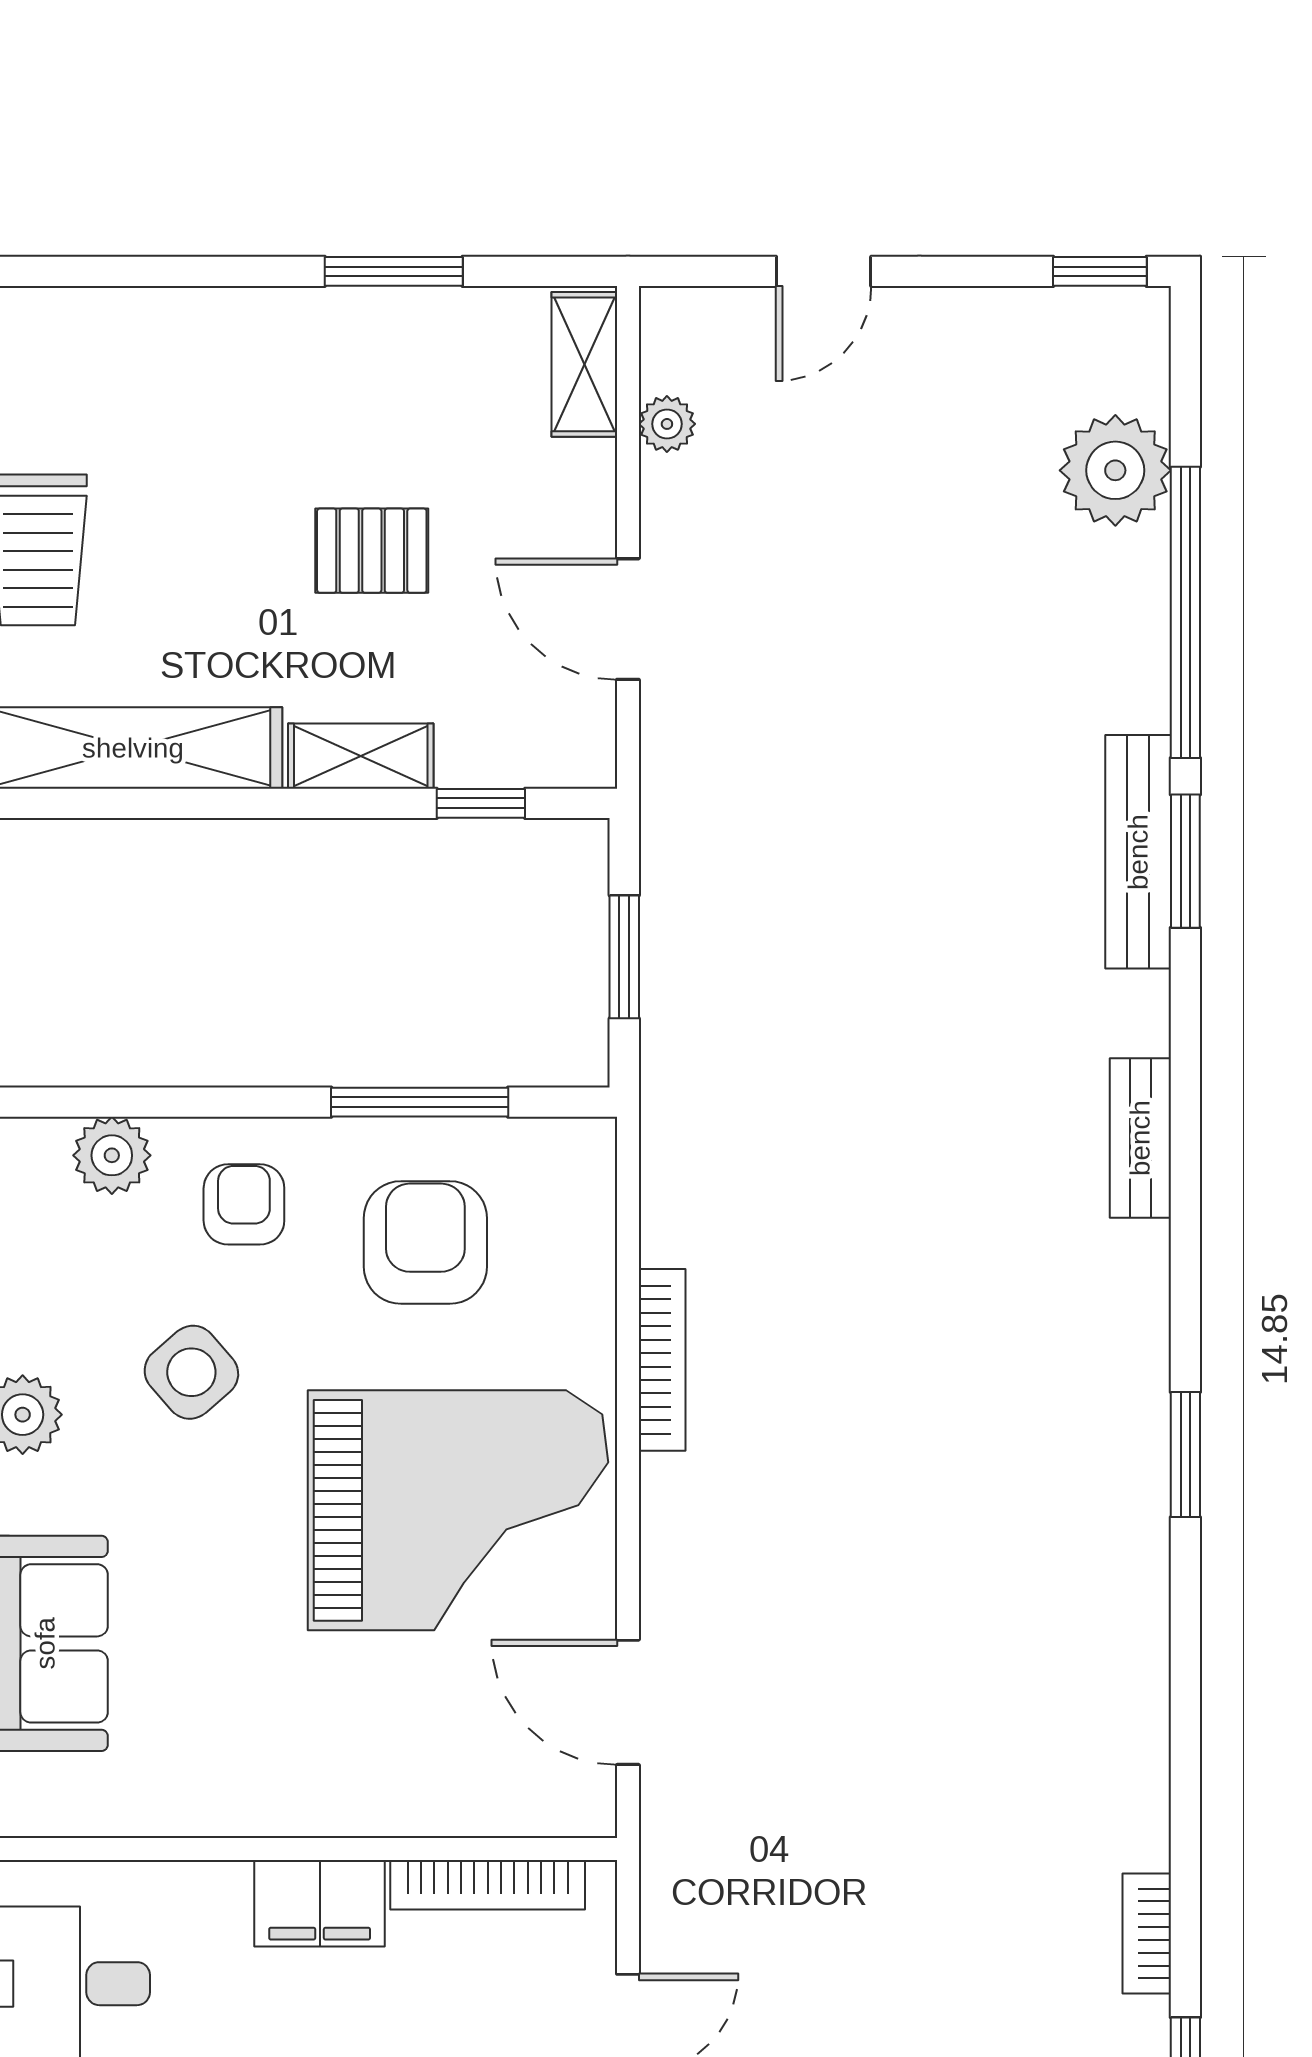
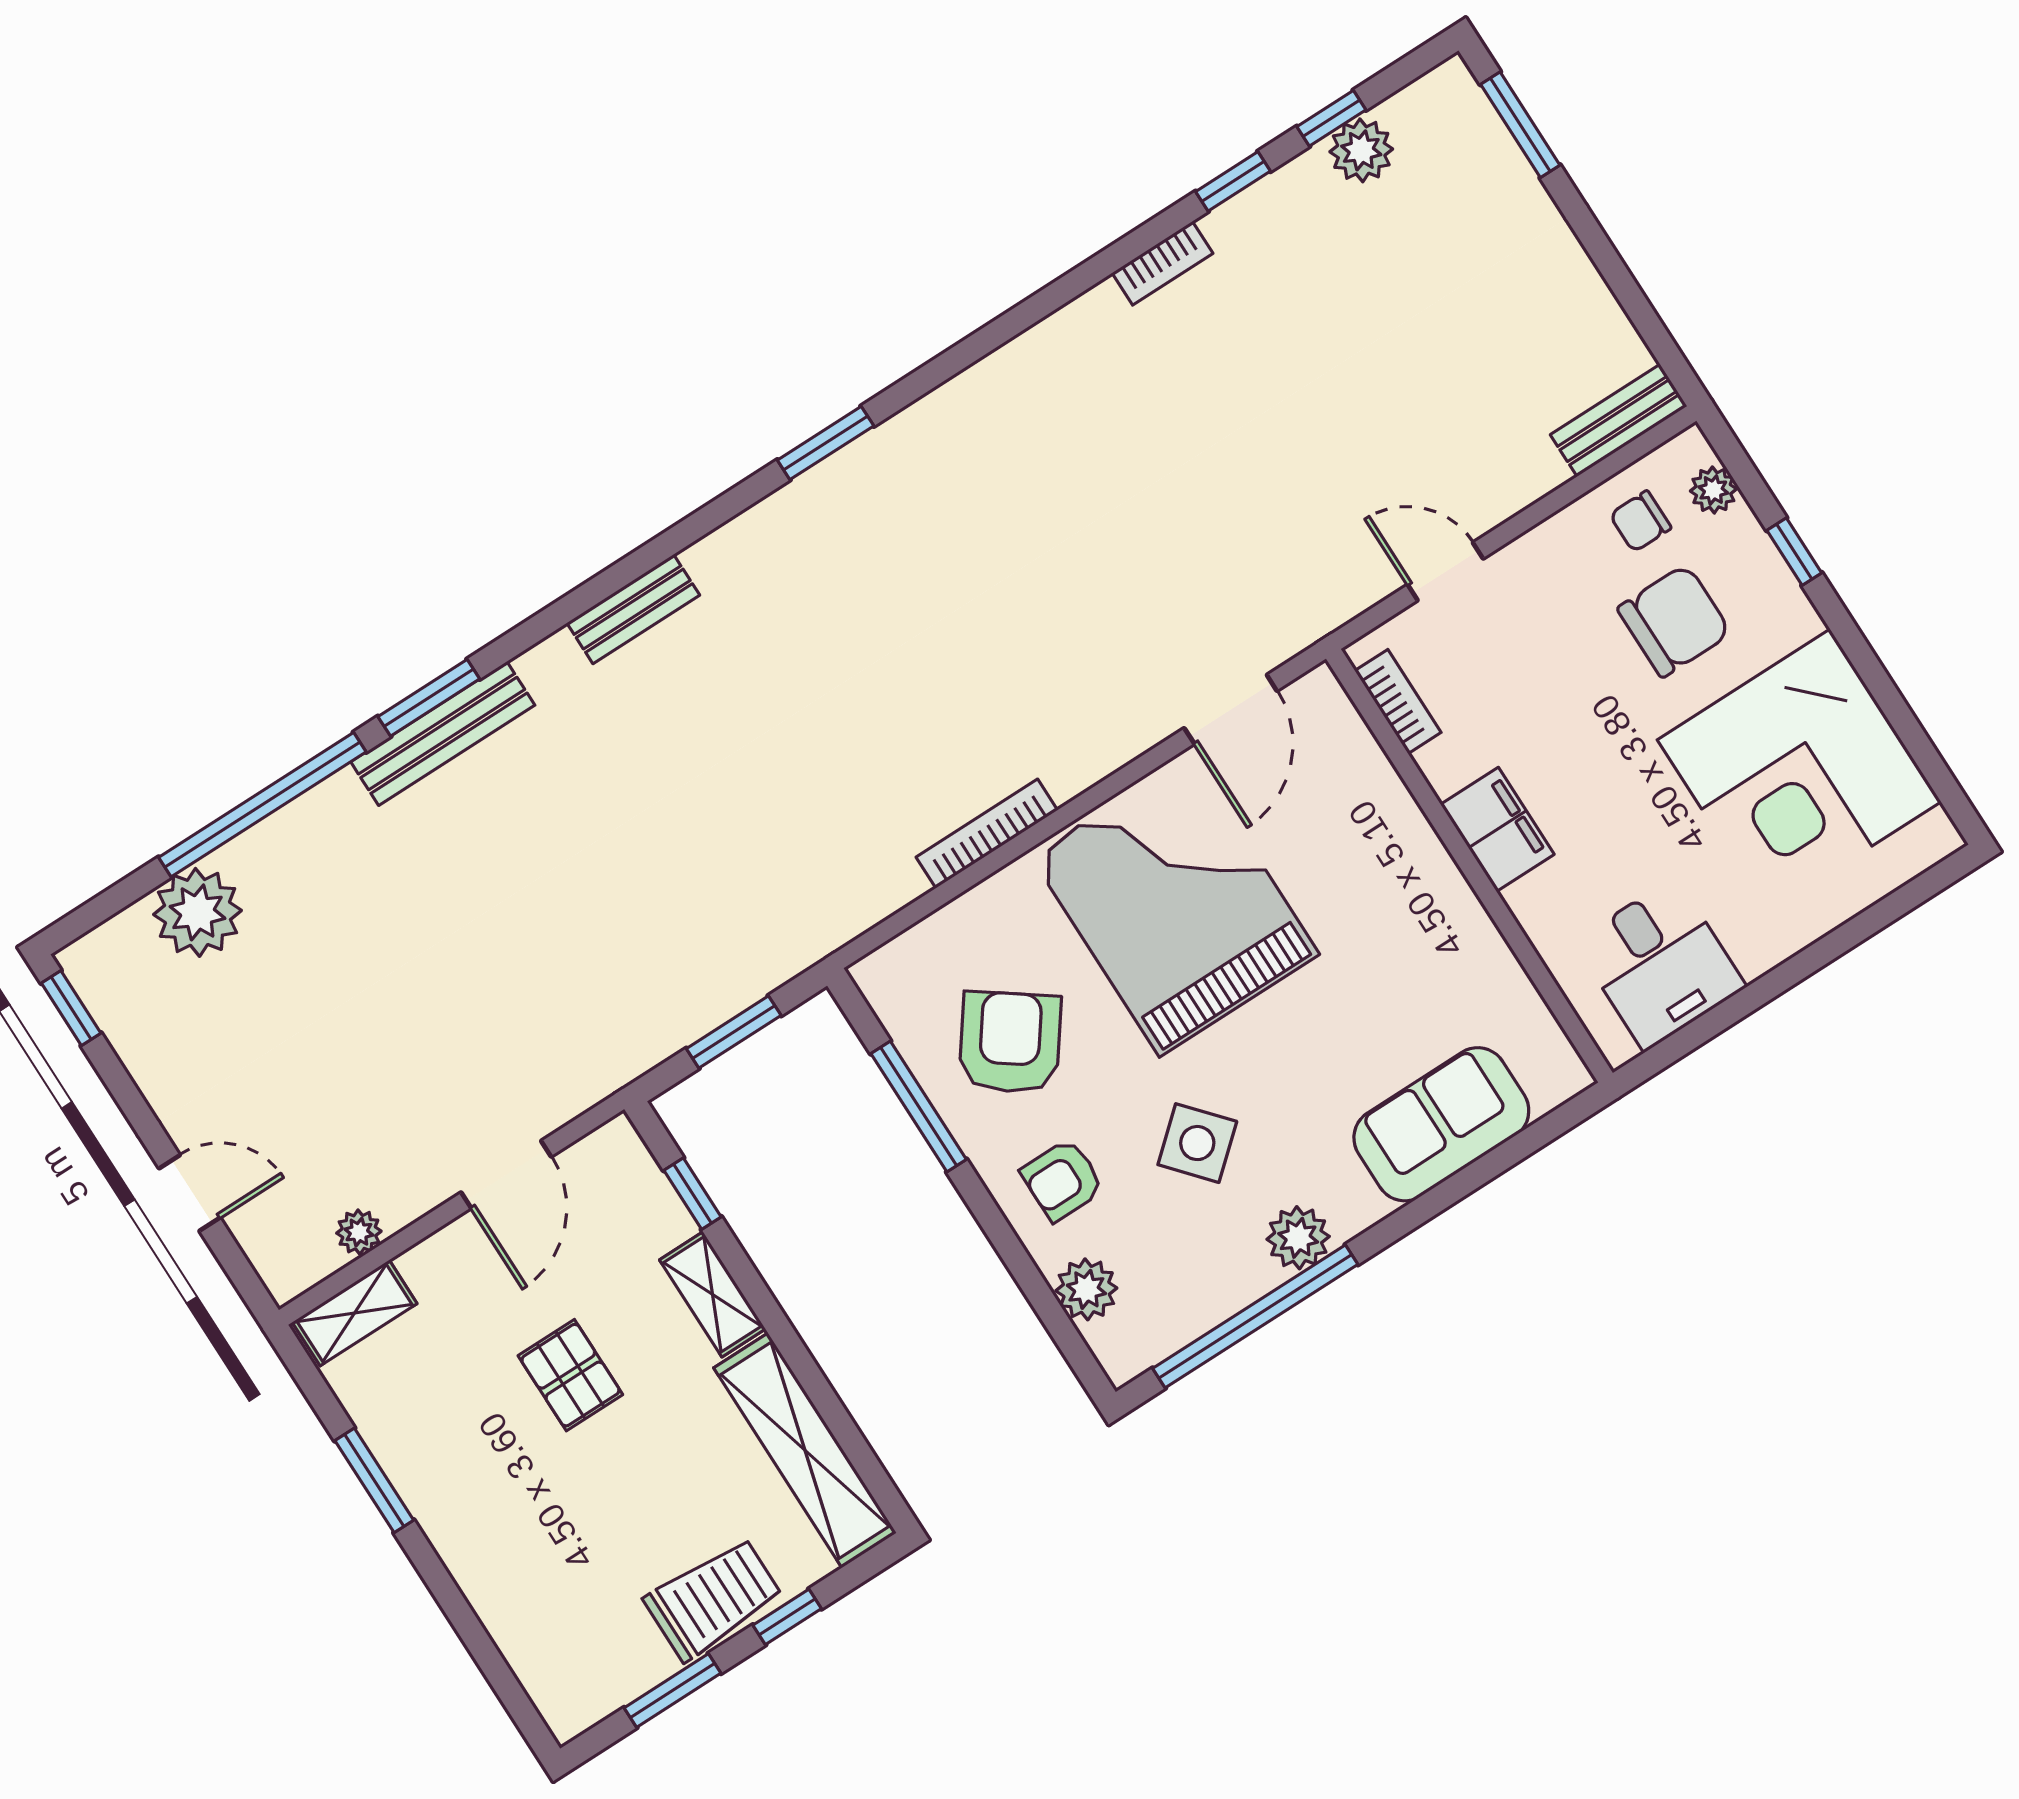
armchair: (425, 1242) -> (1010, 1042), turned 126
bookcase: (488, 1885) -> (1398, 702), width x0.64

